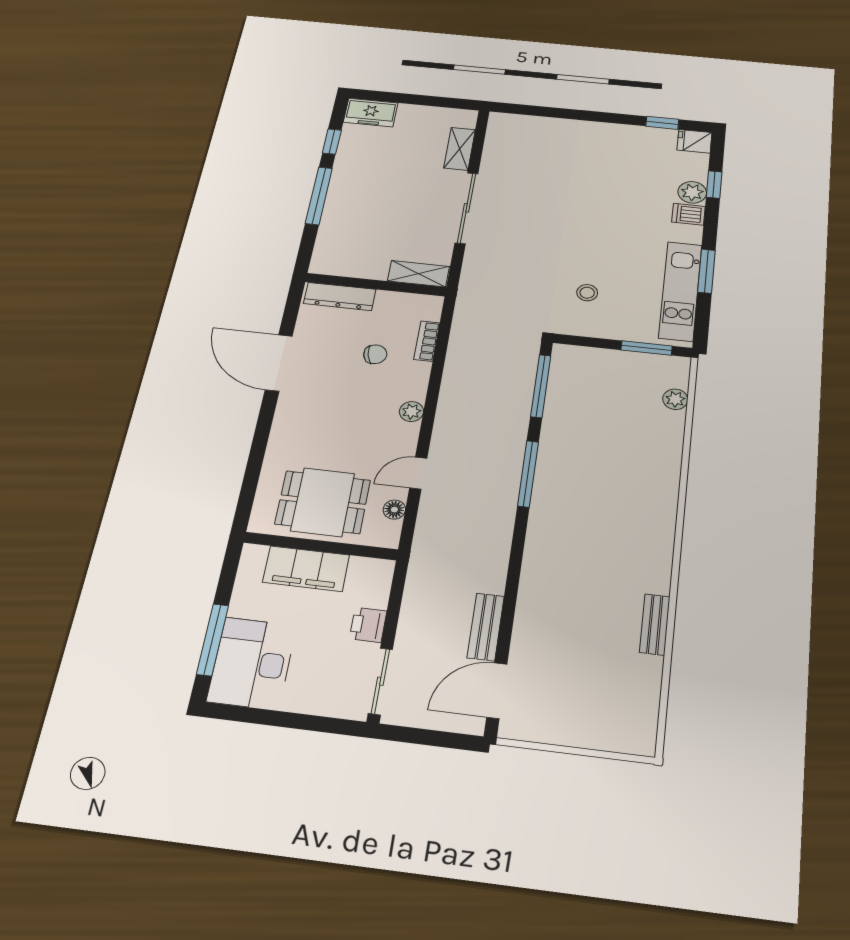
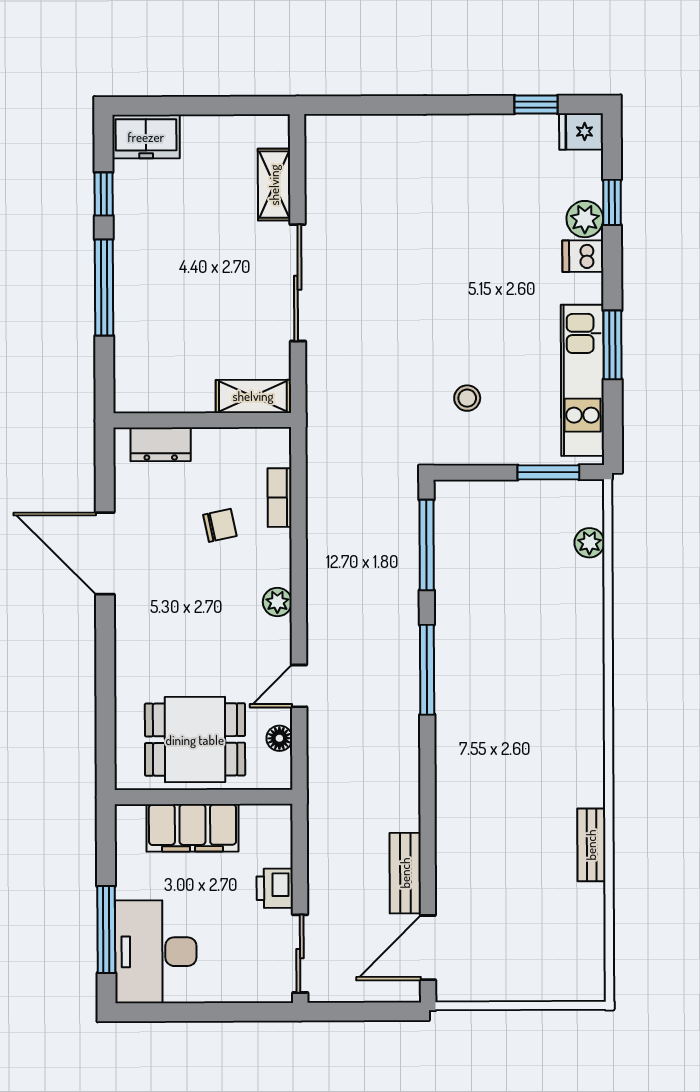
dresser: (340, 296) -> (161, 444), width x0.70

